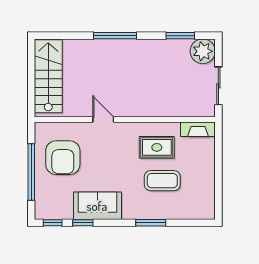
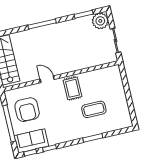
fireplace: (198, 129) -> (109, 71), removed
rug: (157, 147) -> (73, 88), moved, turned 90
sofa: (97, 206) -> (31, 141), moved

